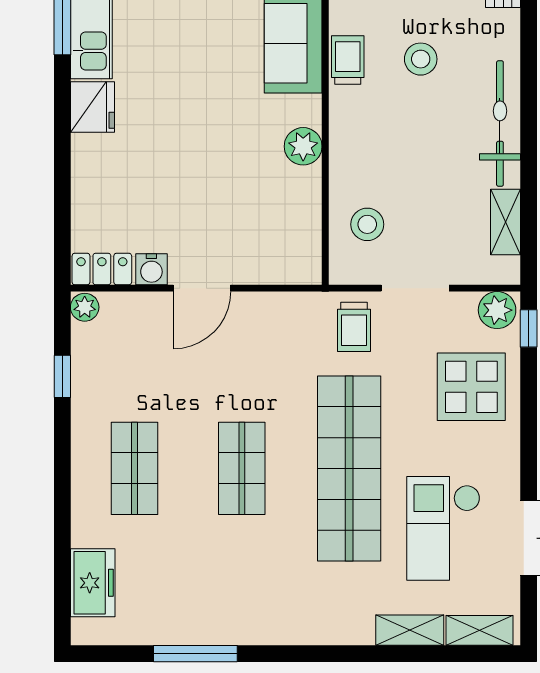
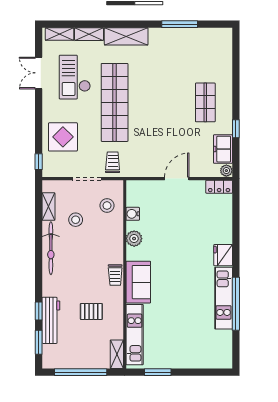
stool: (421, 59) -> (76, 220), moved
water cooler: (151, 269) -> (133, 214), moved, turned -90
plant: (497, 310) -> (52, 169), removed
window: (62, 376) -> (236, 129), moved
shop shelf: (242, 468) -> (160, 102), removed
checkout: (443, 528) -> (75, 77), turned 180
freezer: (93, 583) -> (223, 149), moved
shelving: (322, 625) -> (126, 36), added

